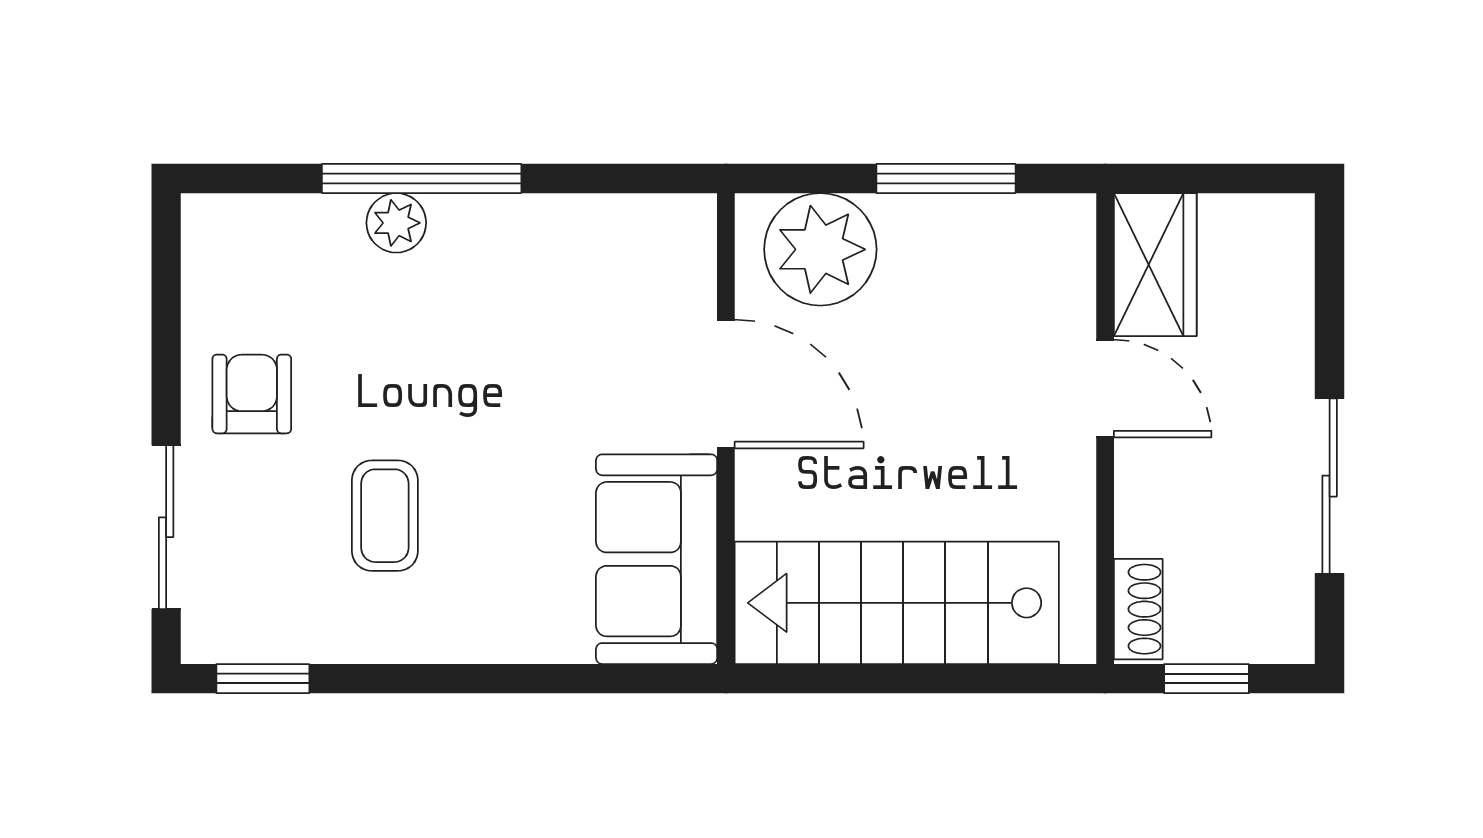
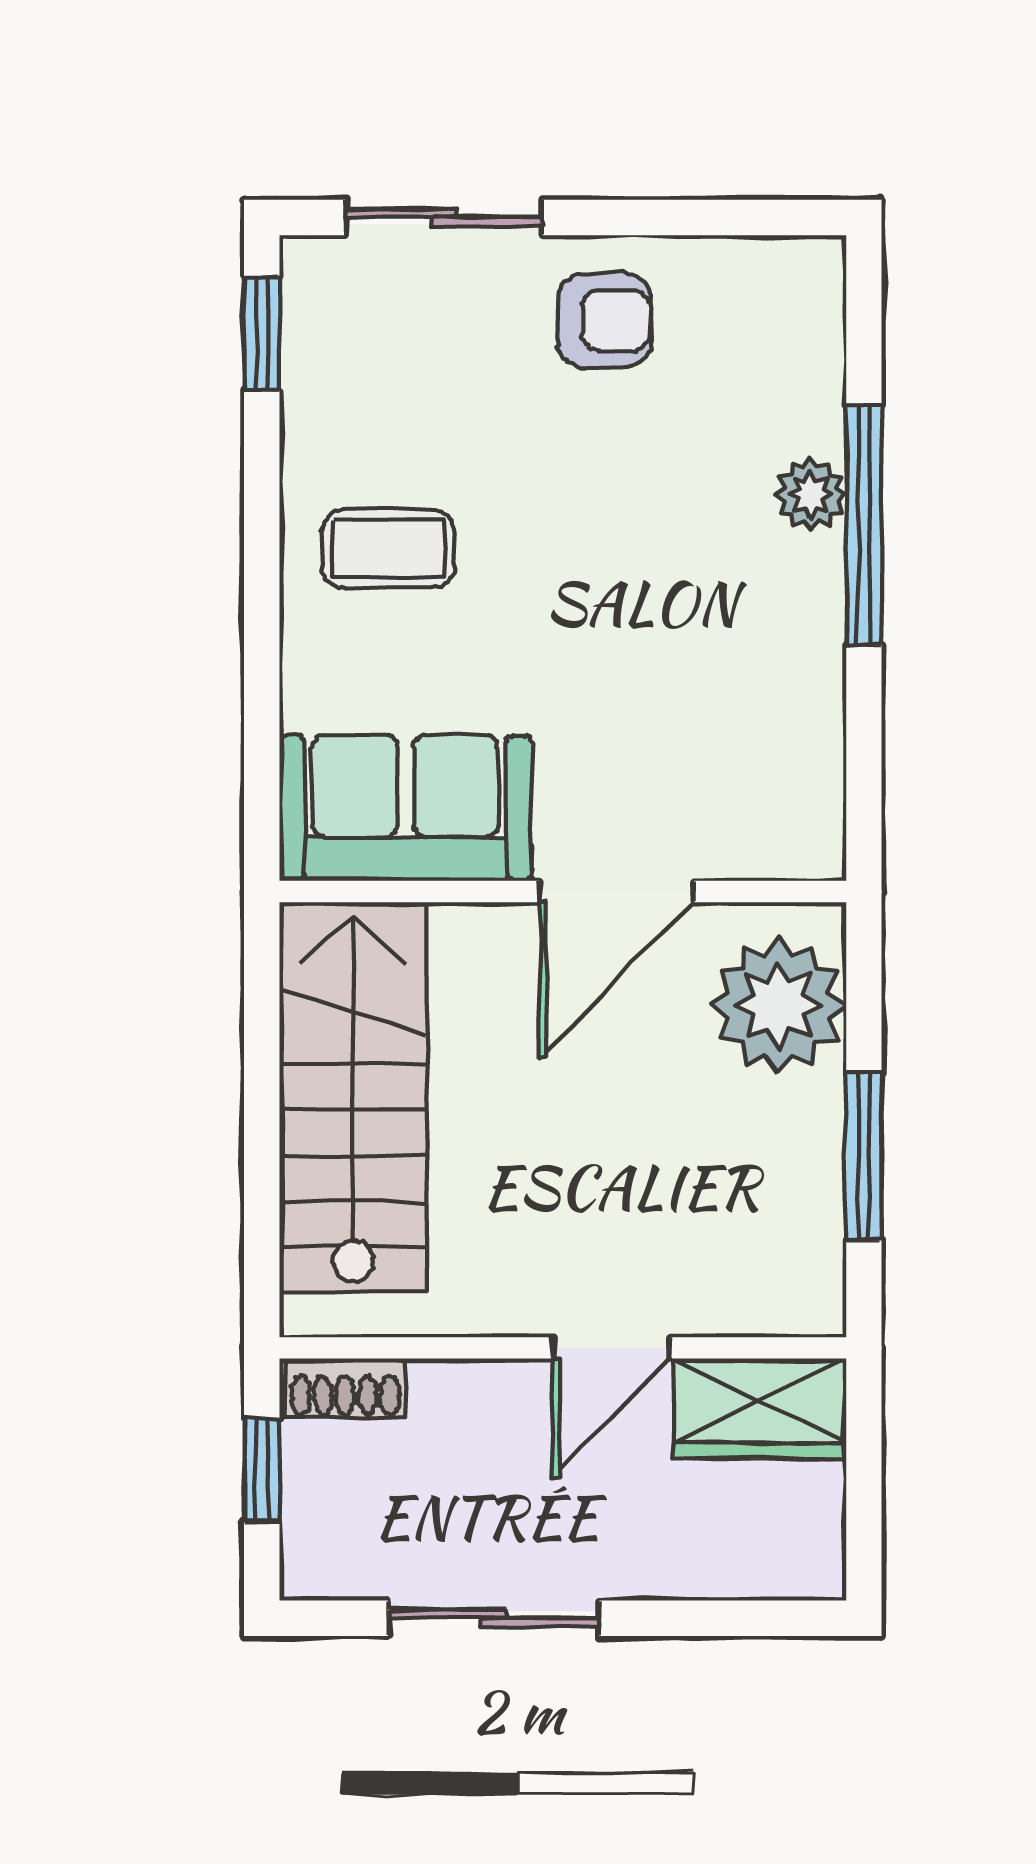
coffee table: (385, 516) -> (388, 548), moved

